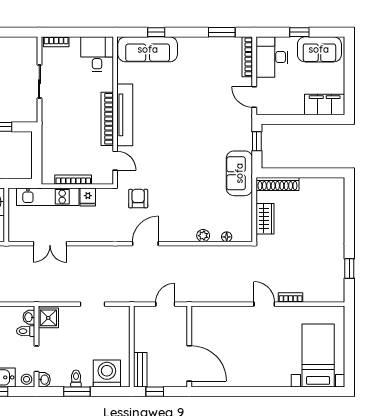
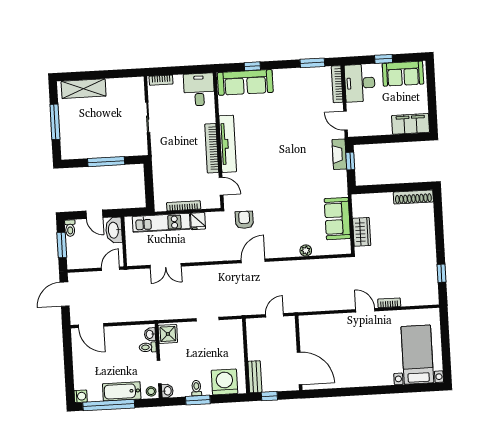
fireplace: (245, 133) -> (339, 154), added
sofa: (239, 173) -> (337, 219), moved
shoe rack: (277, 184) -> (413, 197), moved
floor lamp: (227, 237) -> (327, 250), removed

